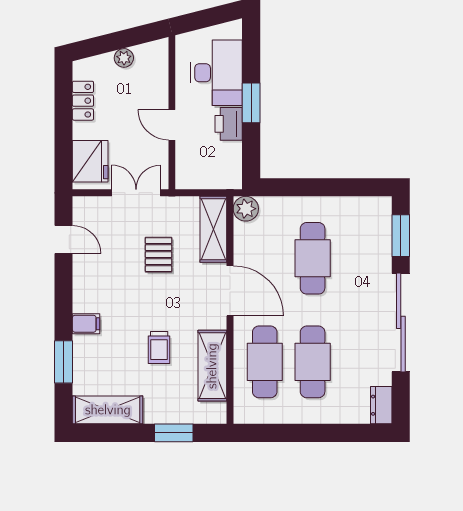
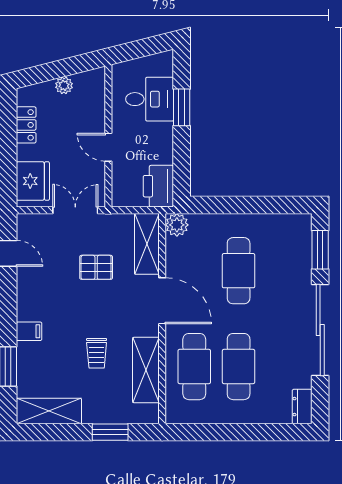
desk: (216, 73) -> (150, 99), width x0.73
window: (251, 103) -> (182, 107), moved
printer: (229, 124) -> (158, 186), moved, width x1.37, depth x1.19
pallet: (159, 255) -> (96, 267), turned 90

